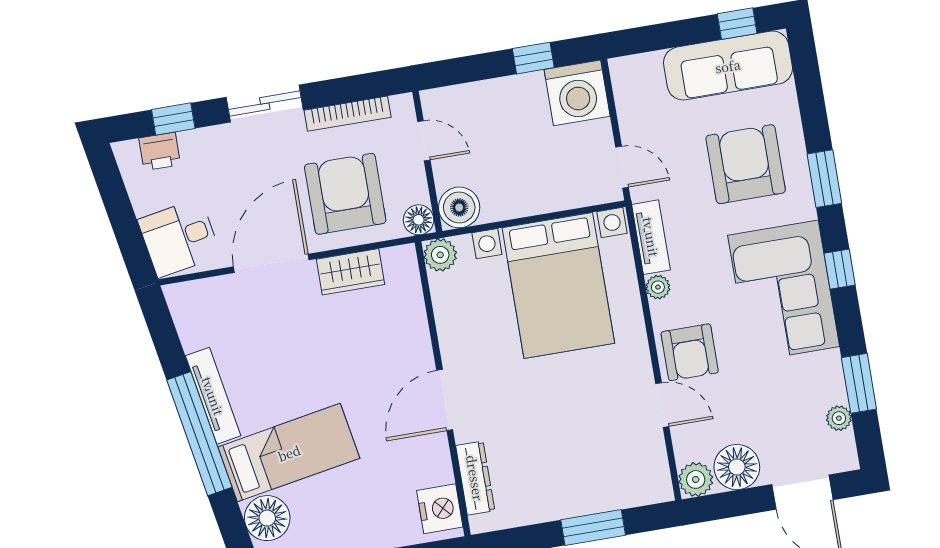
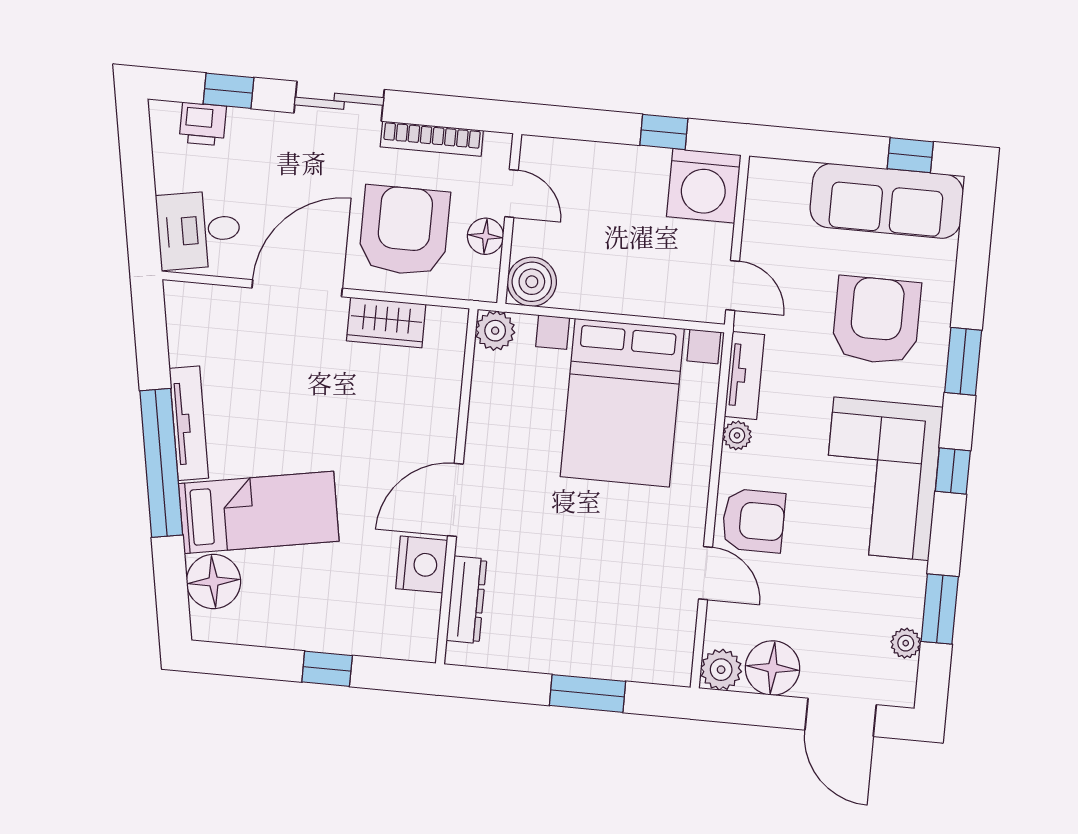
floor lamp: (419, 220) -> (485, 236), moved
armchair: (690, 352) -> (753, 521), turned -90
nightstand: (440, 509) -> (422, 564), moved

